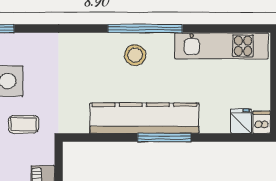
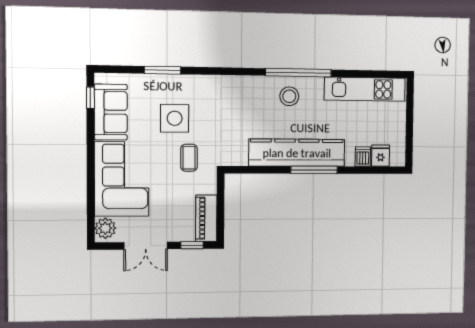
dishwasher: (262, 122) -> (363, 157), moved
coffee table: (24, 124) -> (189, 158), turned 90

